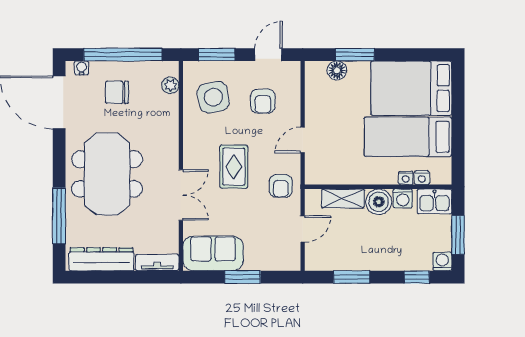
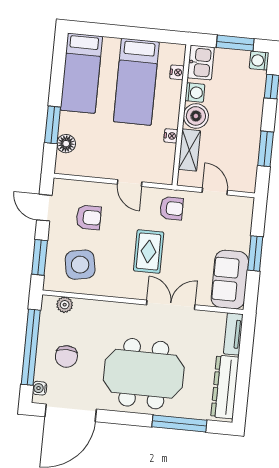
bed: (411, 88) -> (81, 73), width x0.67
rug: (234, 167) -> (149, 251), turned 90
nightstand: (406, 178) -> (171, 136), moved

